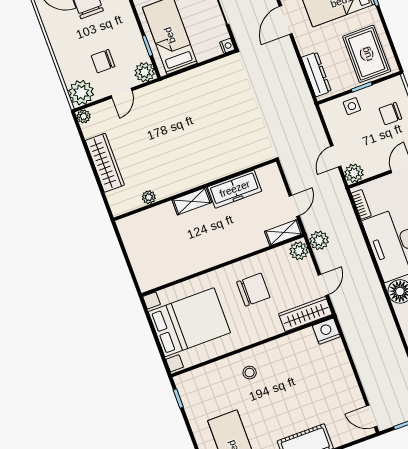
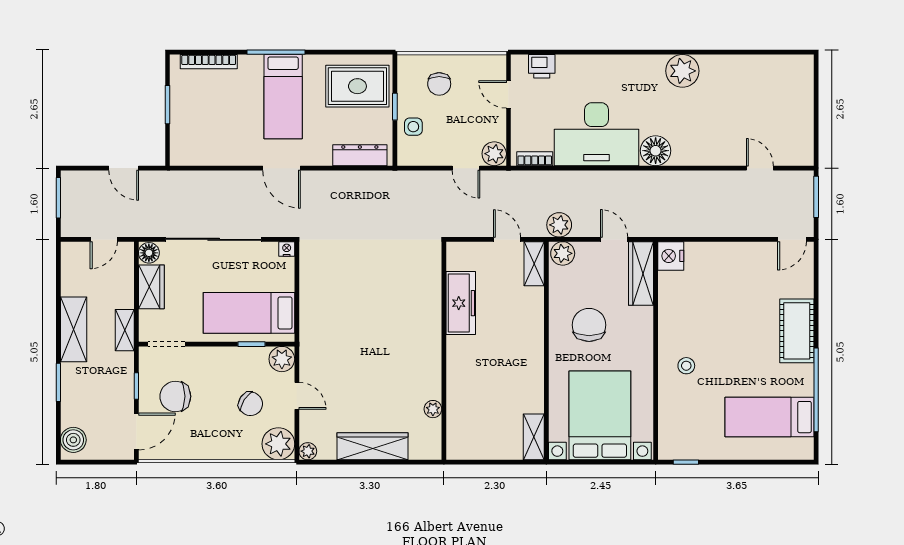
chair: (103, 61) -> (250, 404), turned -57
shelving: (192, 201) -> (534, 437), moved

